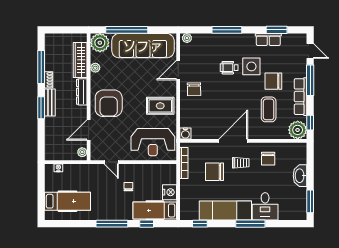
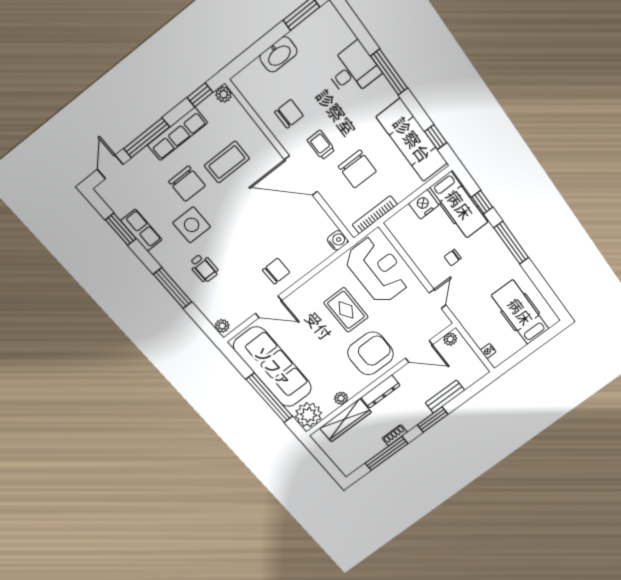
wheelchair: (229, 68) -> (204, 268), moved
bench: (50, 103) -> (445, 397), moved
rug: (160, 106) -> (346, 310), moved
plant: (298, 130) -> (224, 94), width x0.53, depth x0.53
exam couch: (225, 210) -> (412, 140), moved

